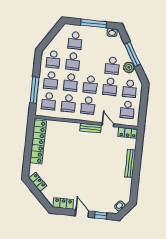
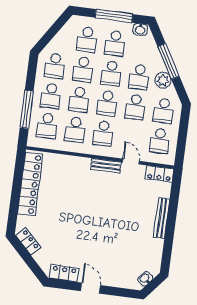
school desk: (95, 43) -> (115, 43), added
school desk: (93, 63) -> (111, 73), added
window: (101, 215) -> (117, 292), removed

